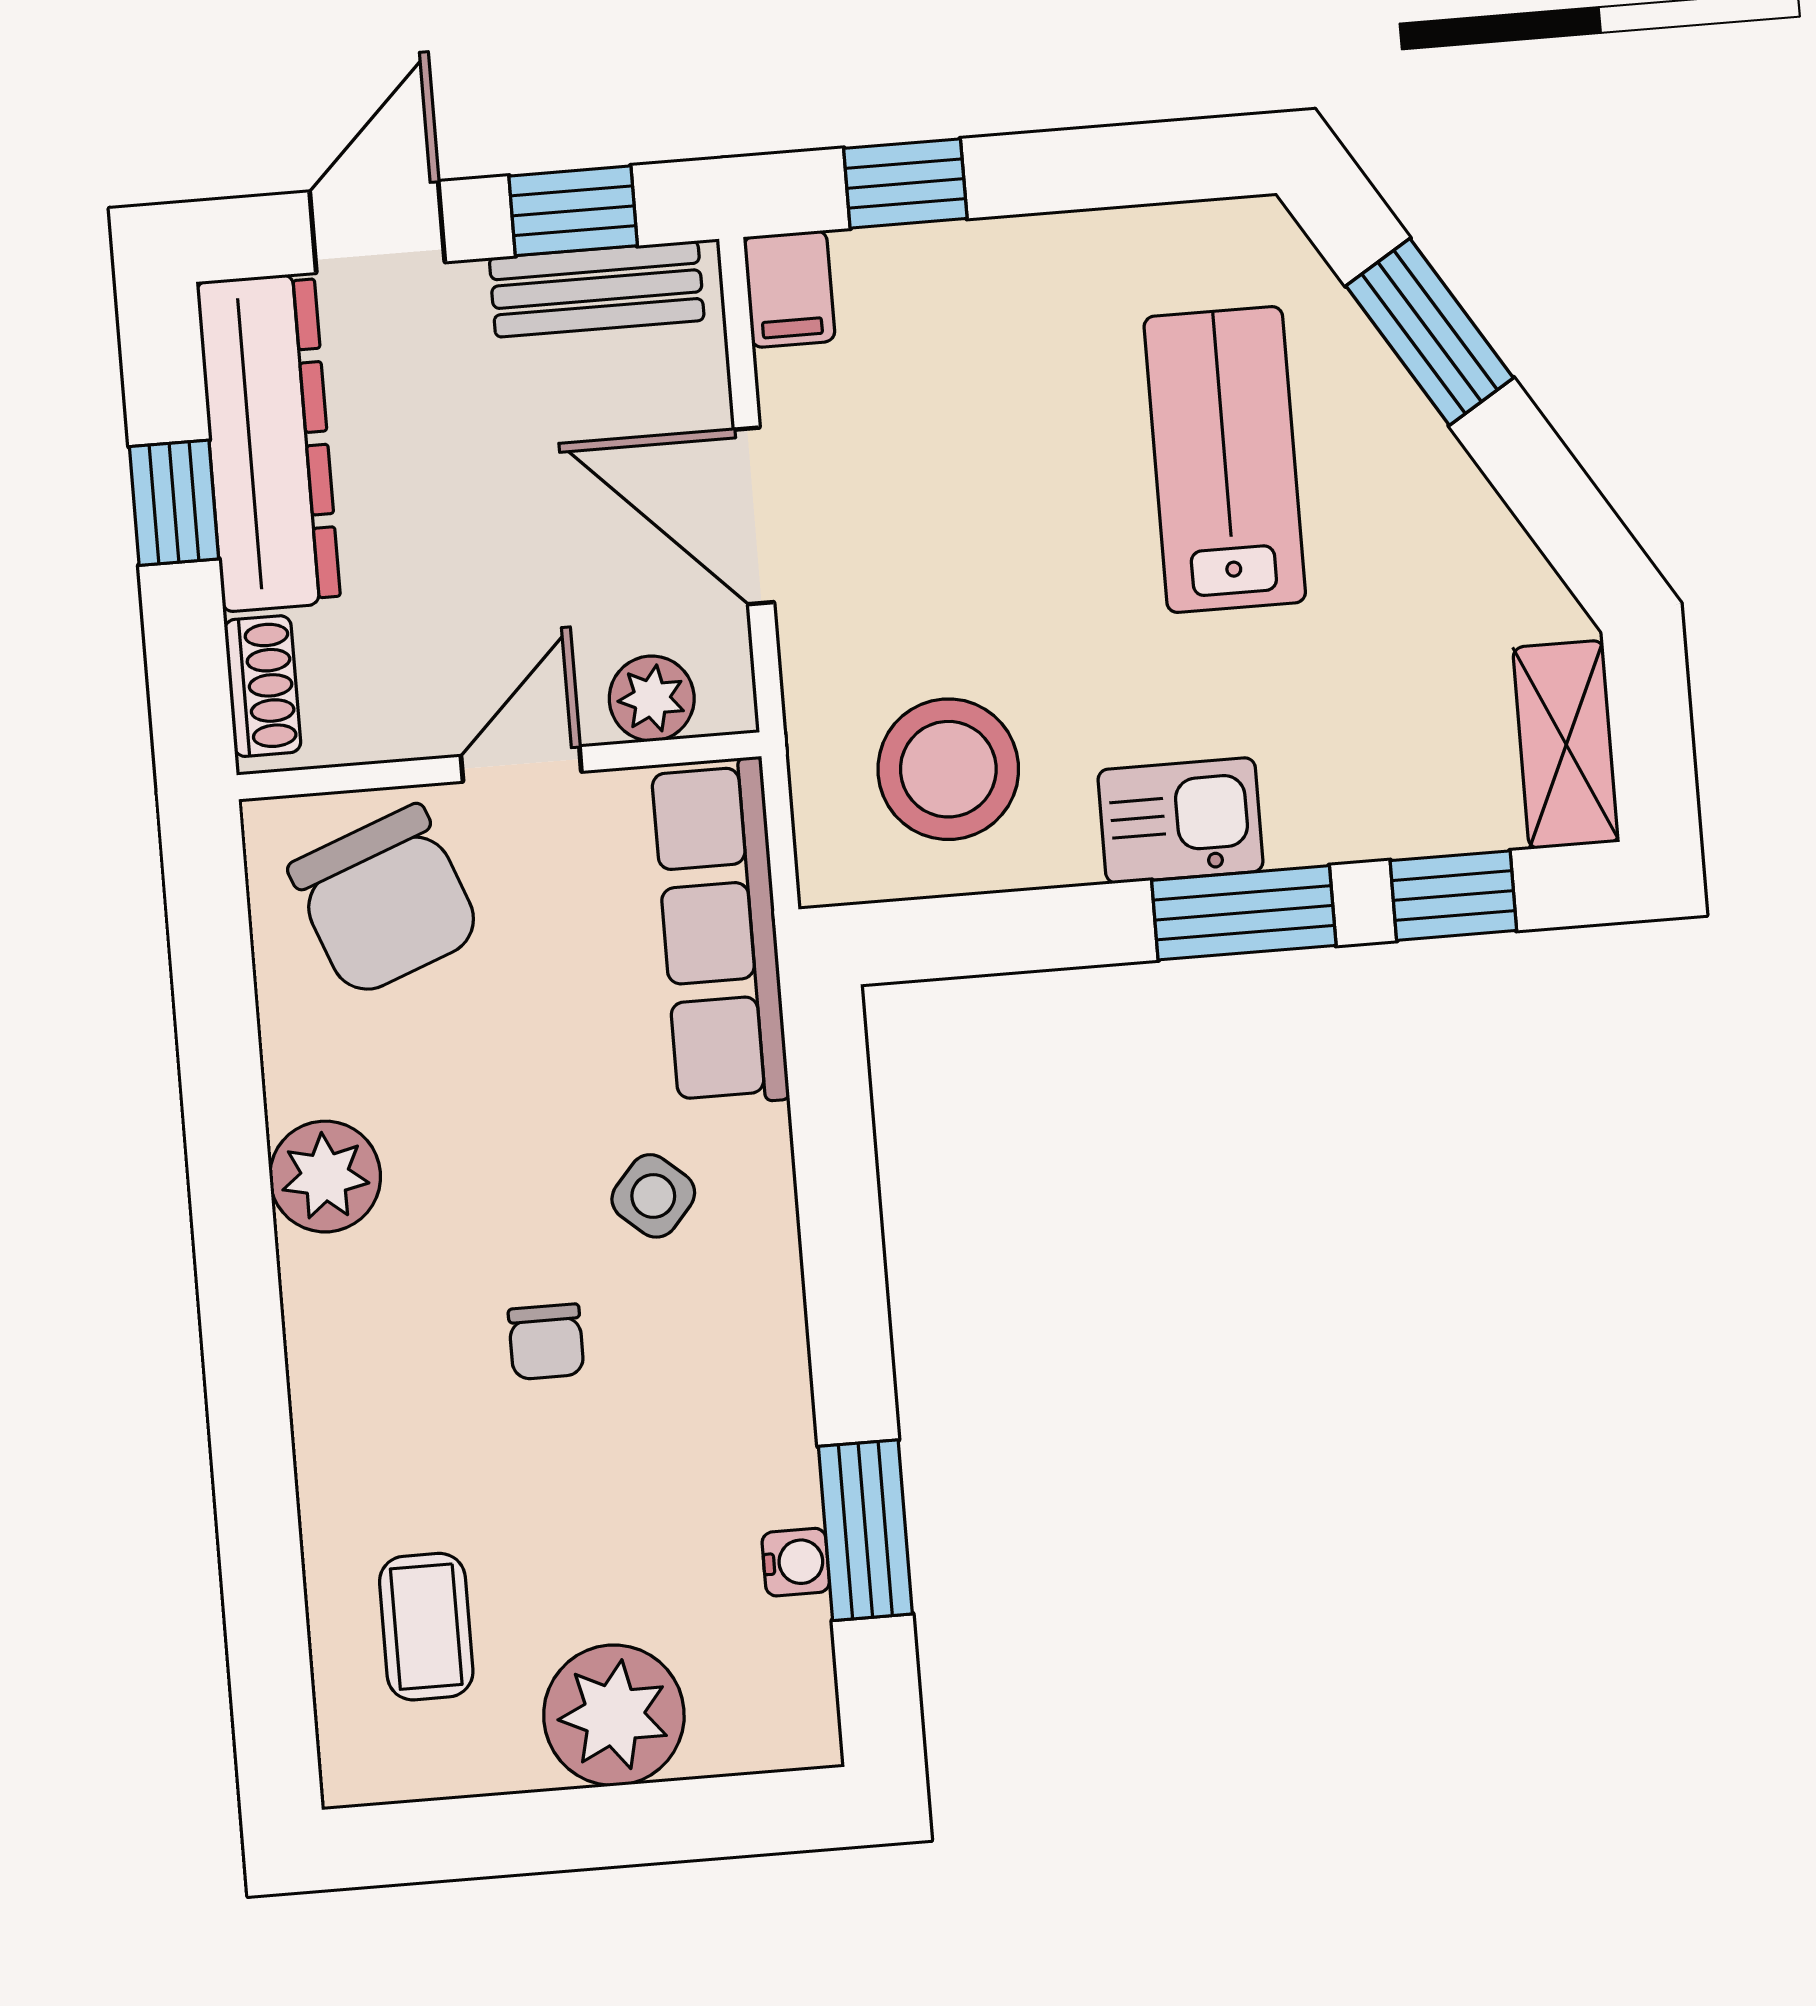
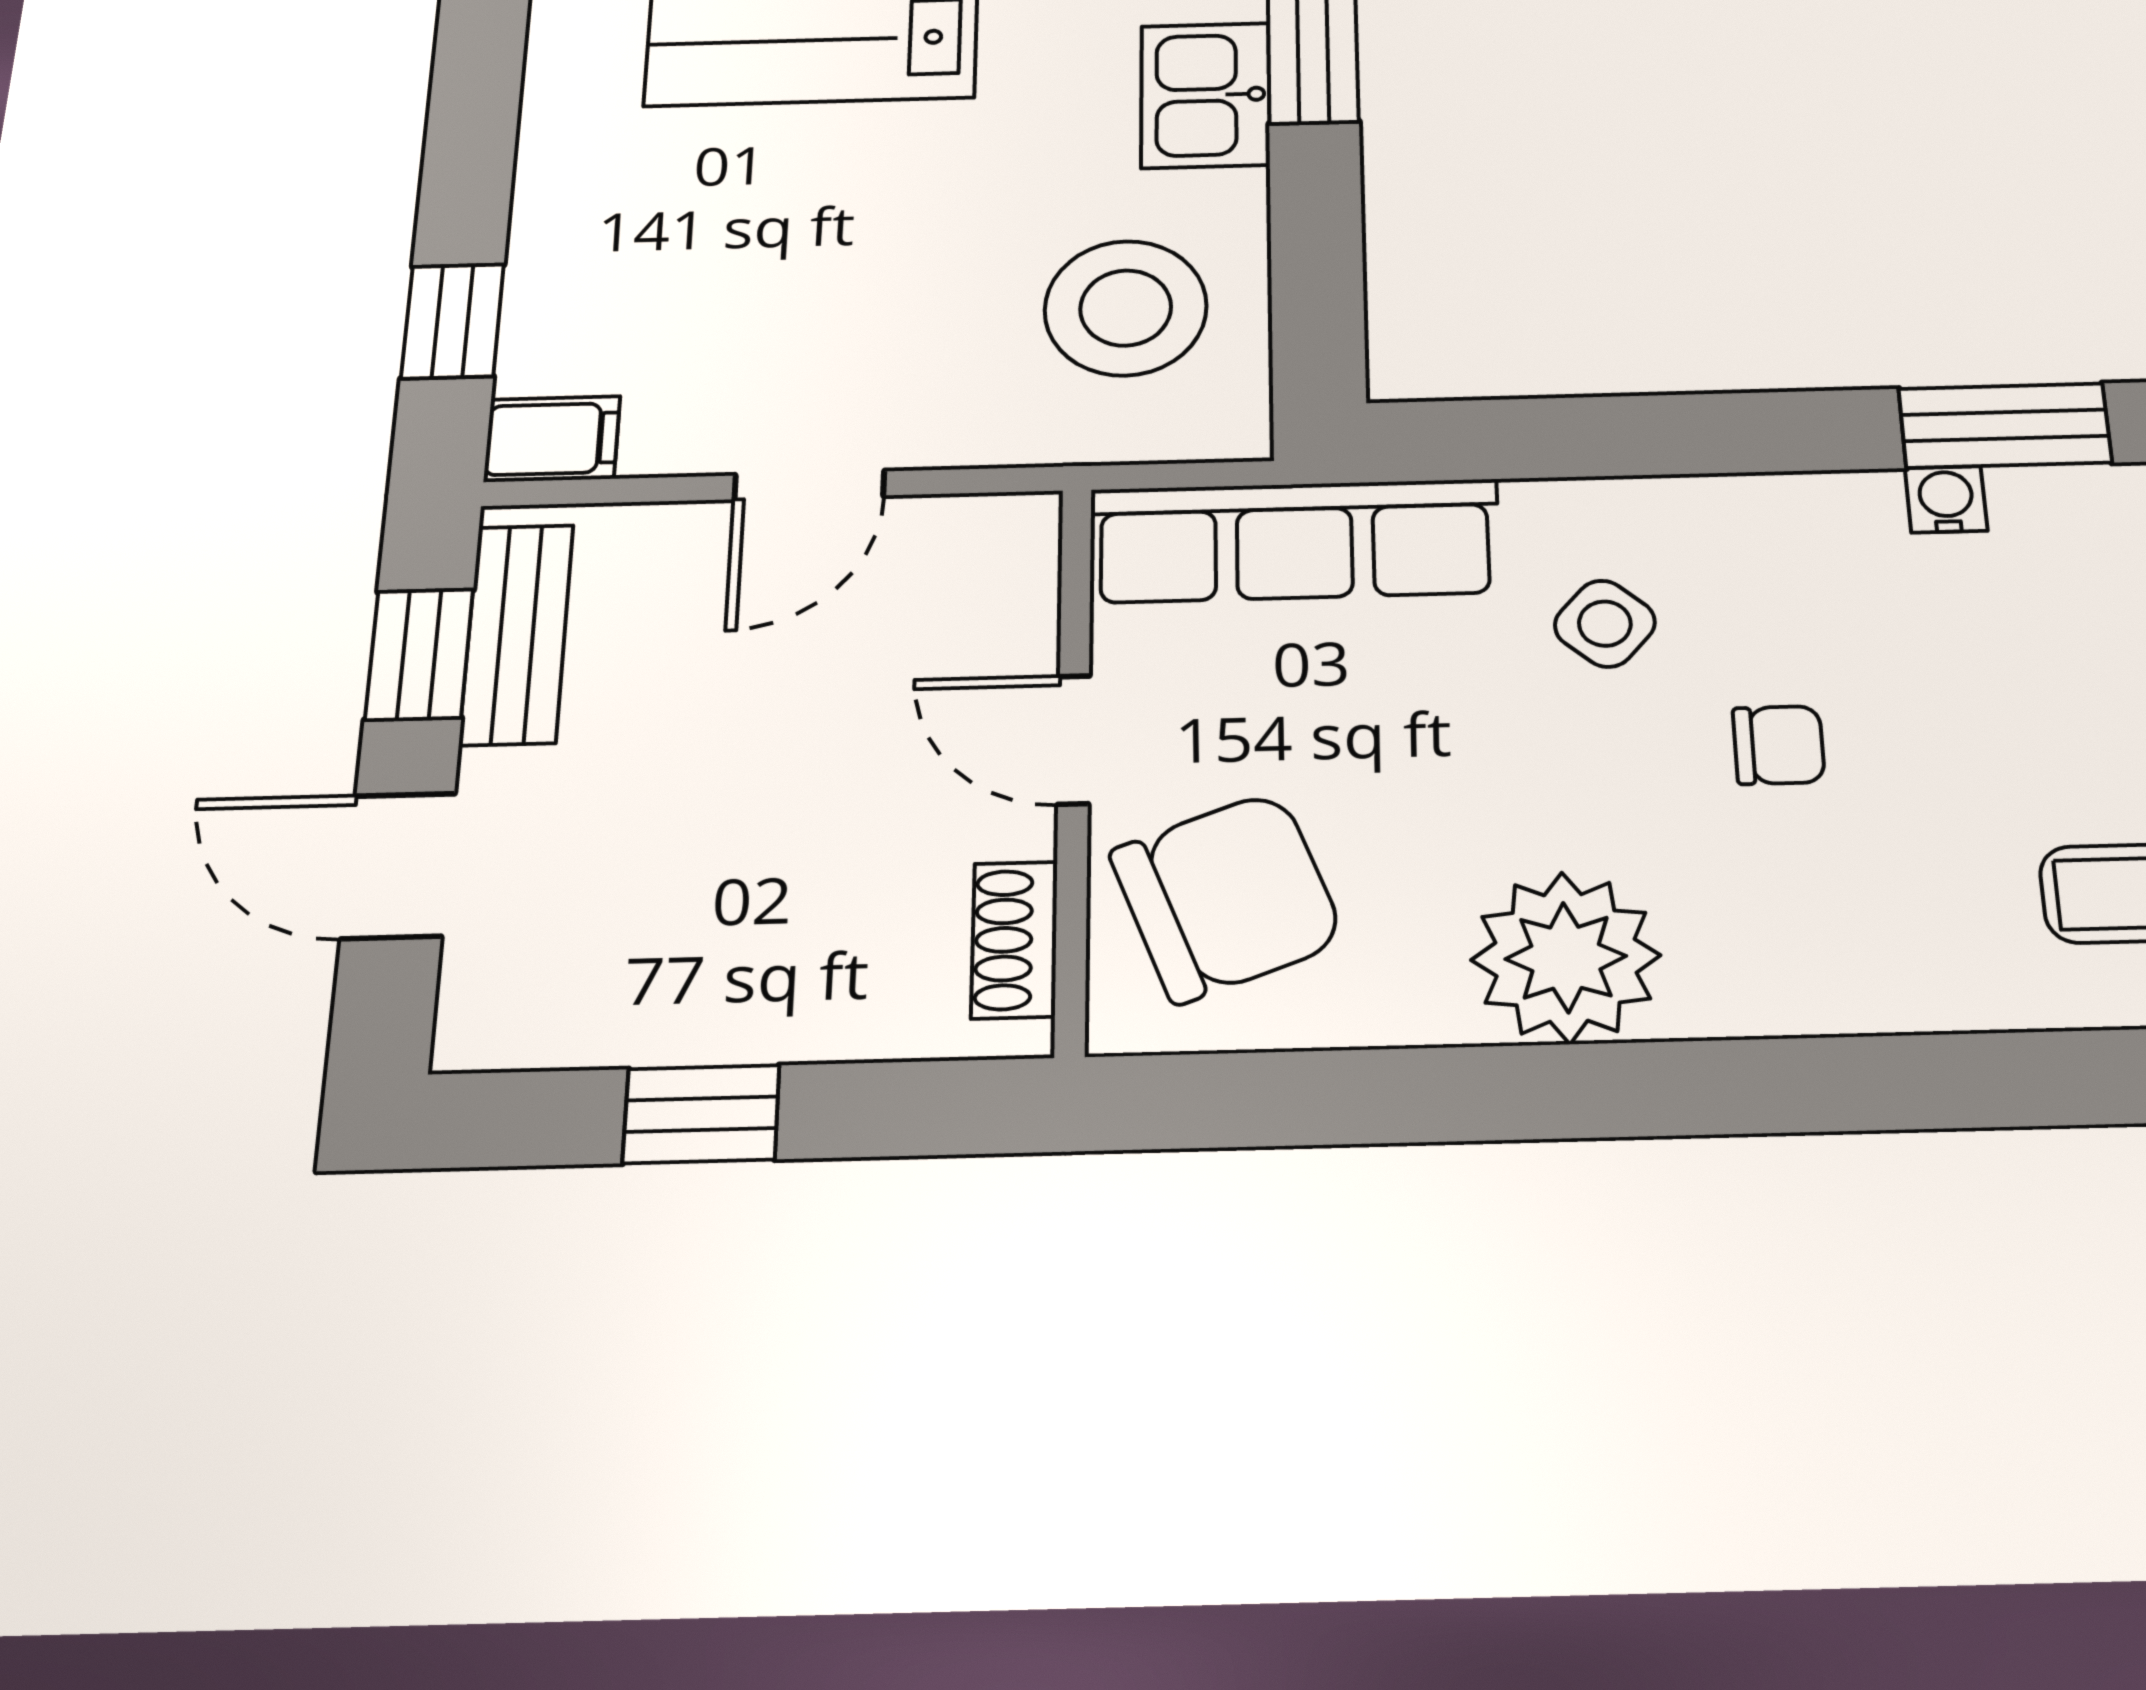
dresser: (268, 442) -> (642, 1001), removed
door: (754, 516) -> (809, 485), width x0.73
shoe rack: (263, 686) -> (1015, 940), moved, turned -90
plant: (652, 699) -> (1011, 599), removed
plant: (325, 1177) -> (1566, 958), width x1.36, depth x1.36
water cooler: (796, 1562) -> (1946, 499), moved

